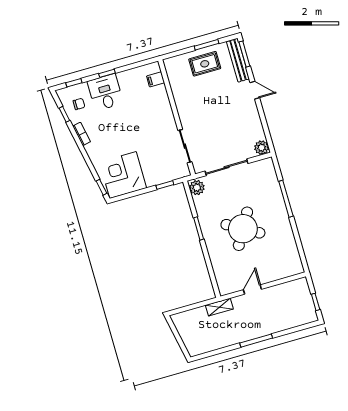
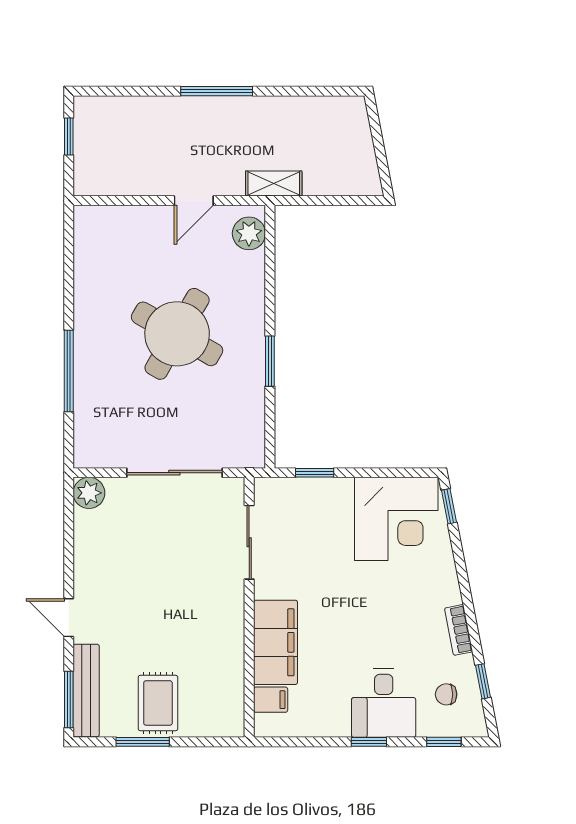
rug: (205, 64) -> (158, 703), turned 90
filing cabinet: (161, 105) -> (276, 642), added
plant: (197, 188) -> (249, 233), moved

